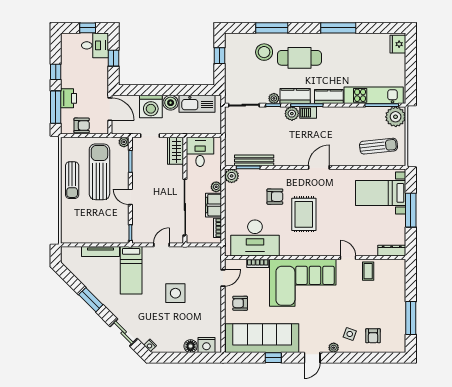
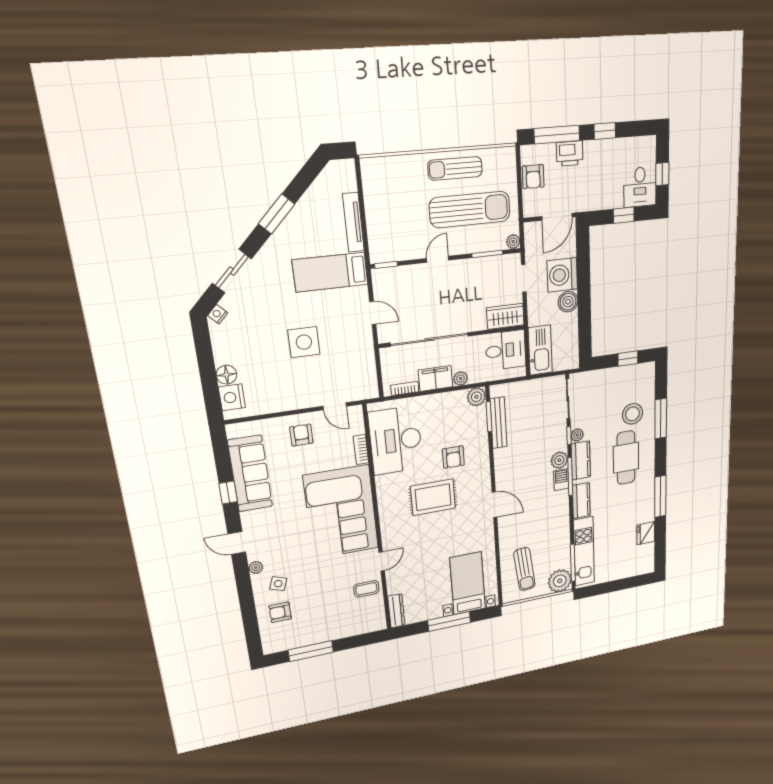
fridge: (398, 44) -> (646, 533), moved, turned -90
kitchen sink: (197, 104) -> (540, 350), moved, turned 180
sofa: (262, 338) -> (250, 474), width x0.74, depth x0.79

